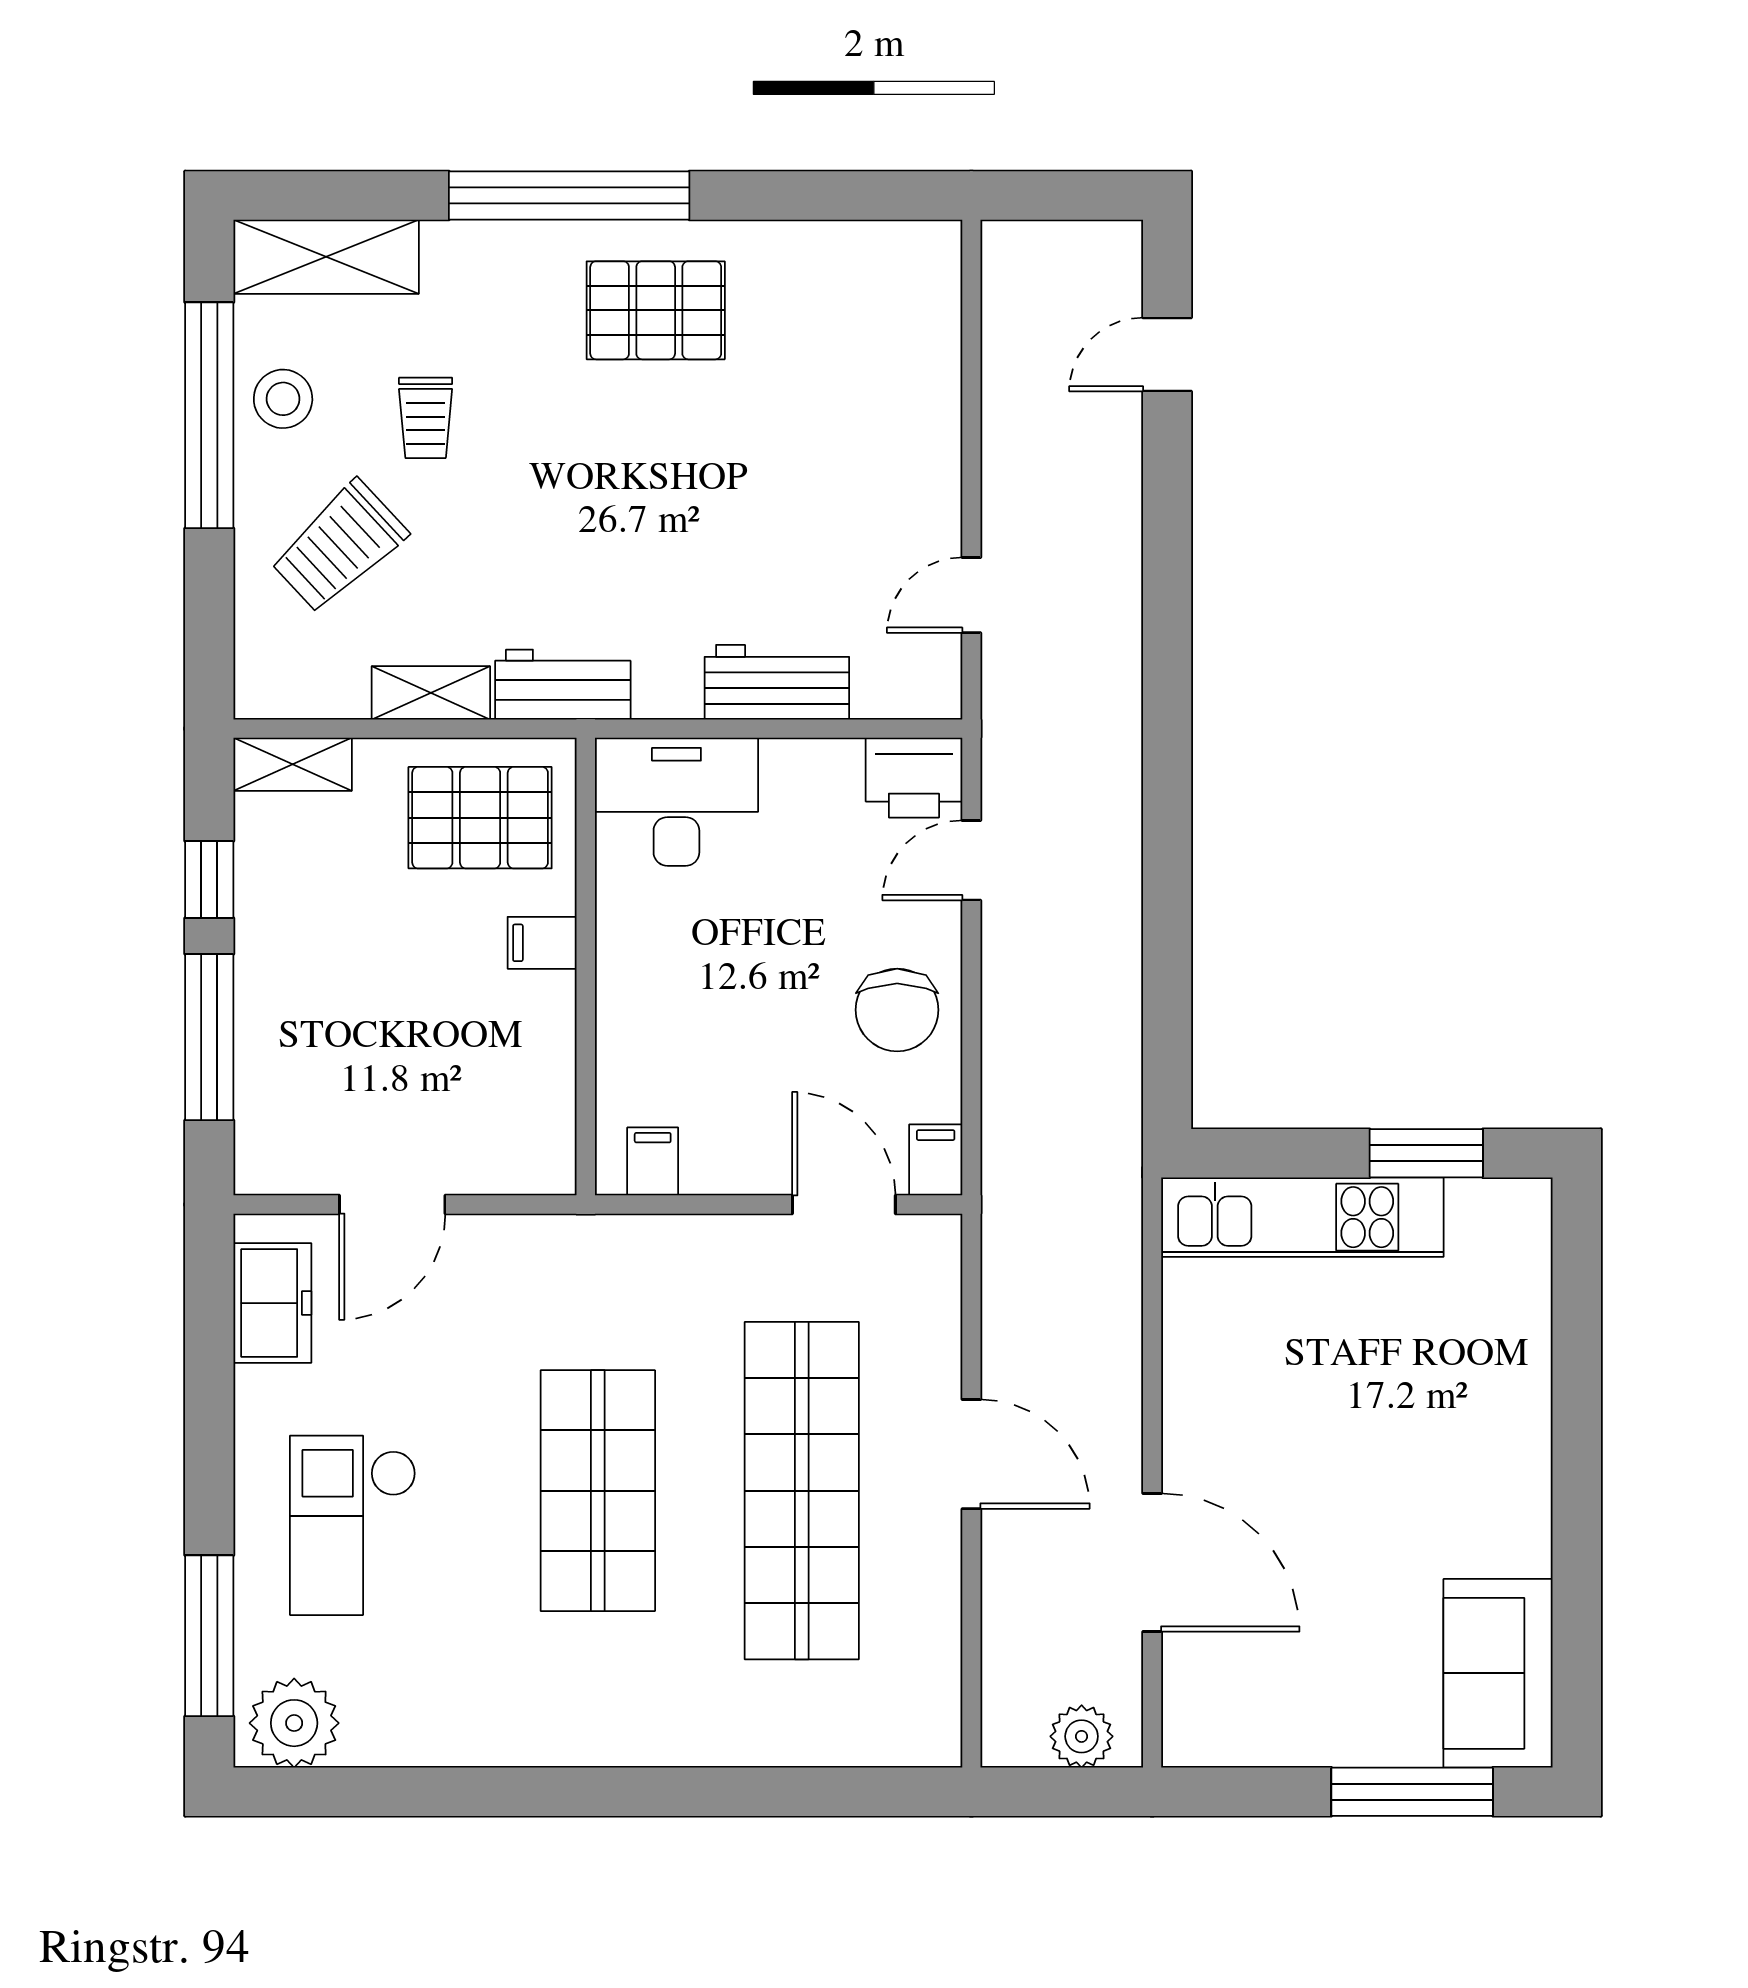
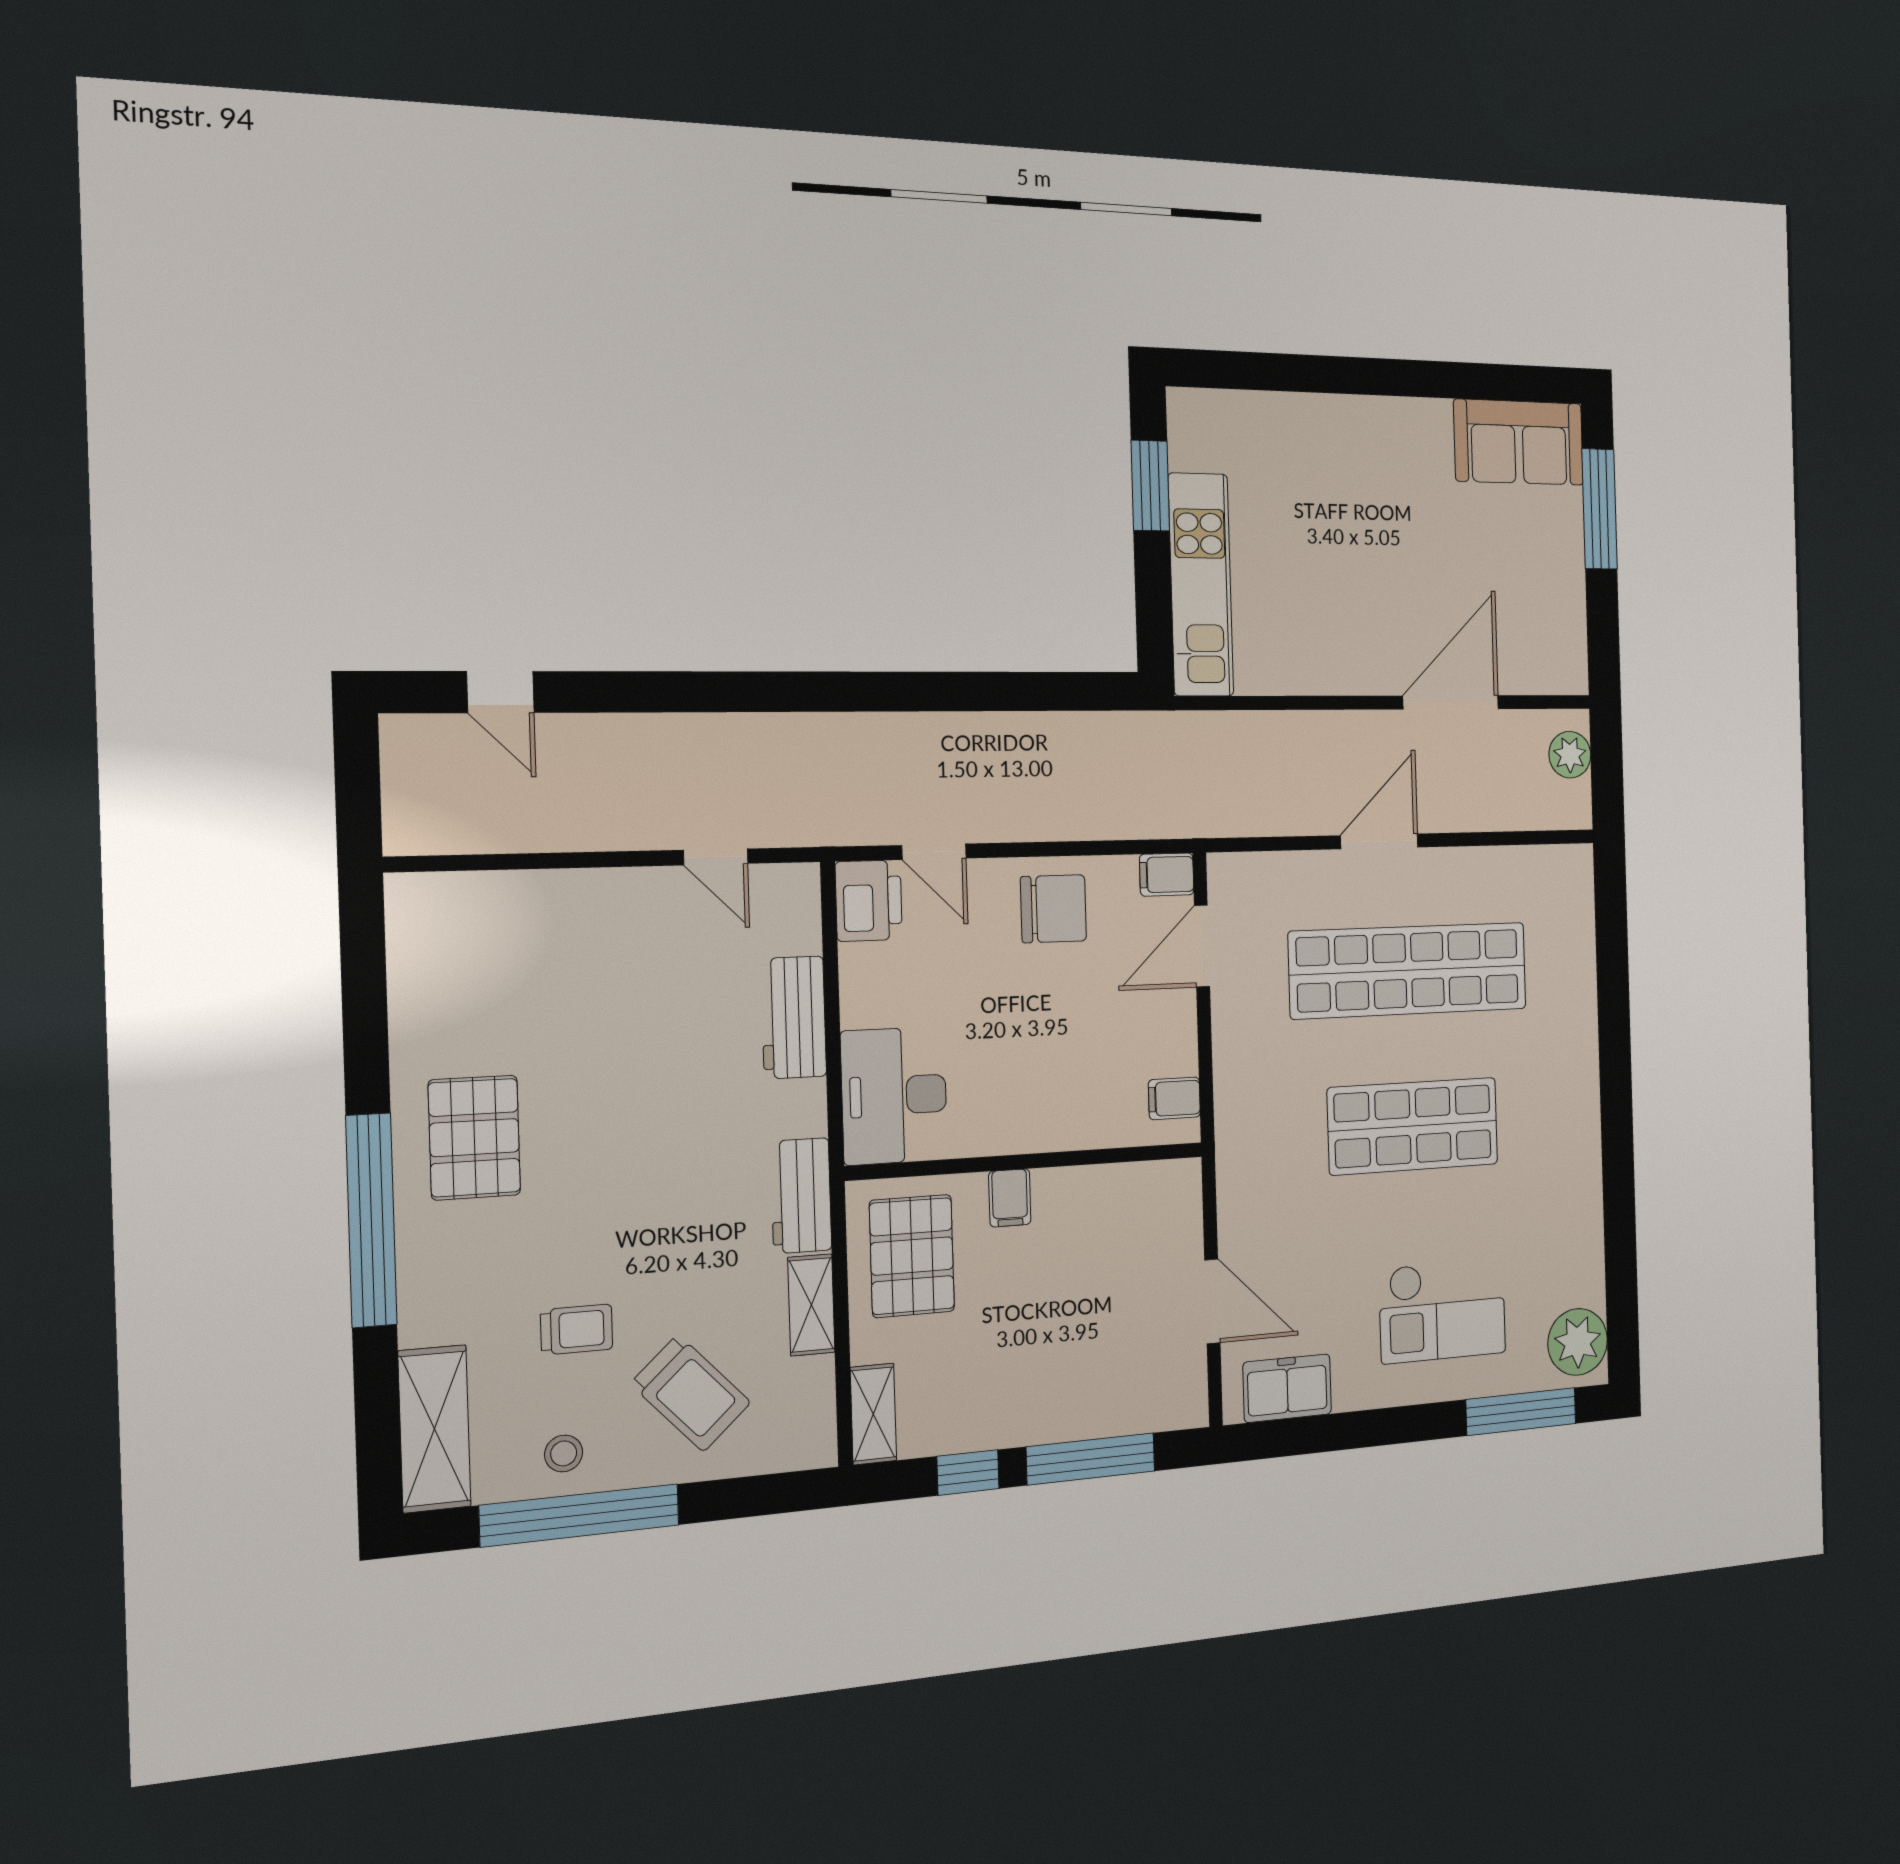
stool: (283, 399) -> (564, 1453), width x0.73, depth x0.73

